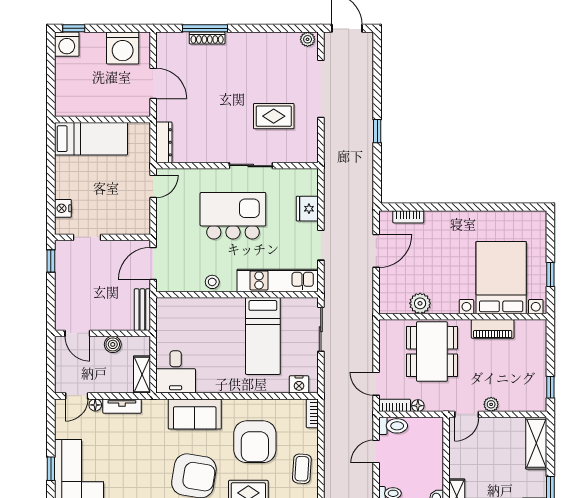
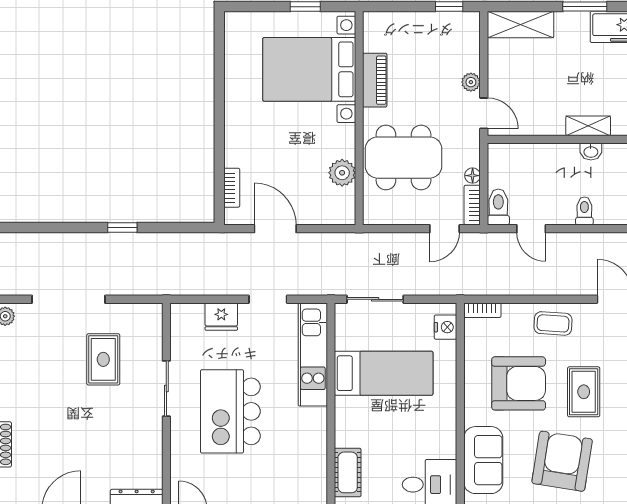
stool: (212, 282) -> (315, 438), removed
cot: (185, 308) -> (348, 472), added

